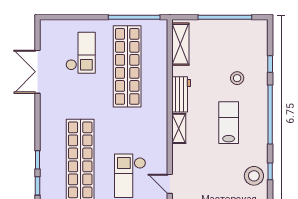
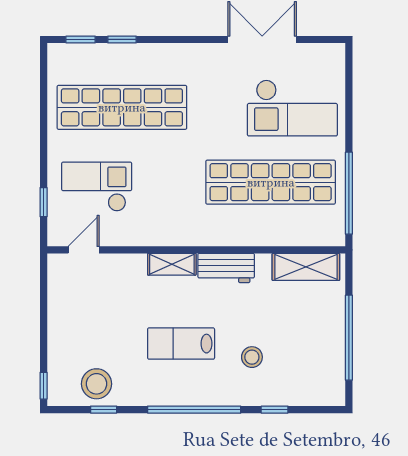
checkout: (81, 53) -> (292, 108), width x1.36, depth x1.21
lab bench: (229, 123) -> (181, 344), turned 180

